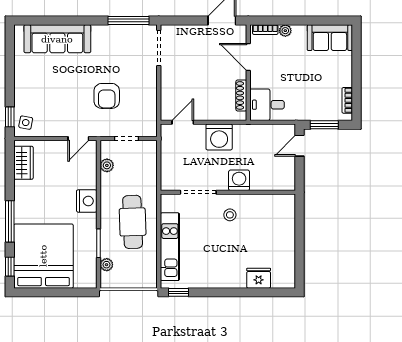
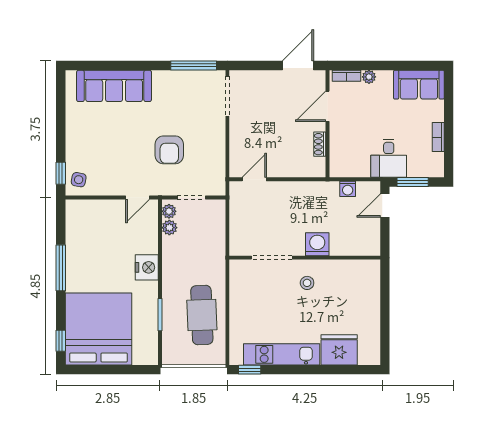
door: (248, 57) -> (328, 106), hinge flipped
shoe rack: (241, 95) -> (320, 144), width x0.70
bookcase: (347, 100) -> (438, 137), moved
desk: (267, 105) -> (389, 158), moved, turned -90
washing machine: (219, 137) -> (348, 189), moved, width x0.53, depth x0.53
wardrobe: (23, 163) -> (76, 225), removed
window: (10, 221) -> (61, 268), moved
cafe table: (133, 222) -> (202, 315), moved
kitchen unit: (170, 247) -> (282, 354), moved, turned -90
plant: (107, 265) -> (169, 211), moved
fridge: (259, 278) -> (339, 350), width x1.36, depth x1.34

